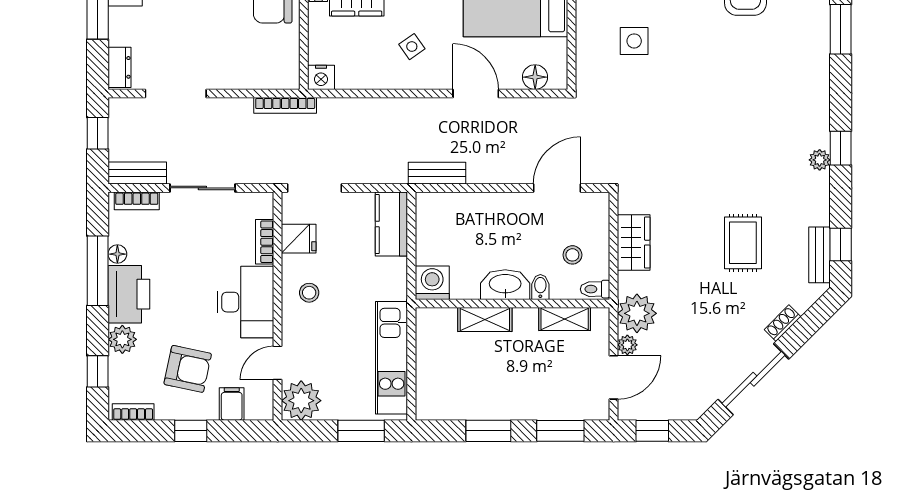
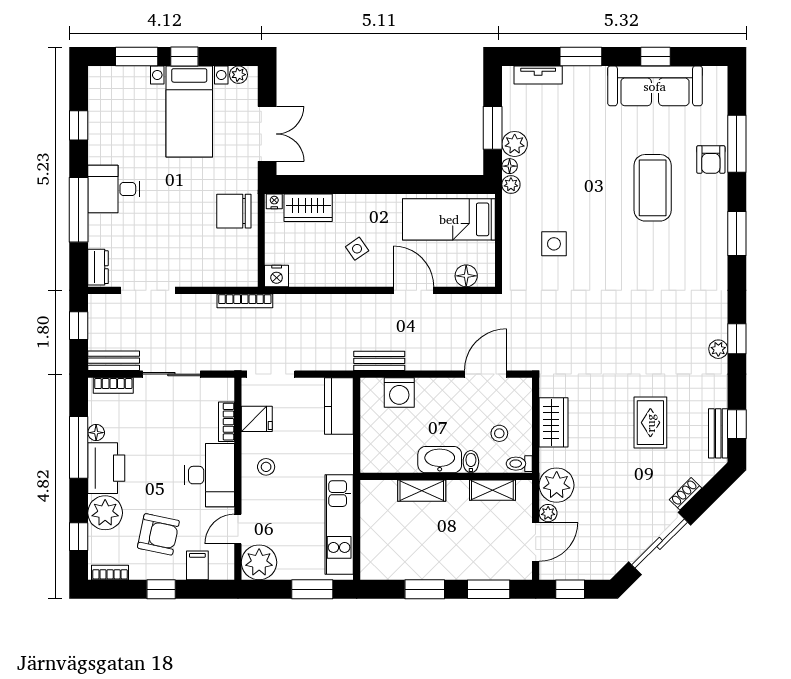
washing machine: (432, 283) -> (399, 392), moved, turned 180
plant: (122, 339) -> (105, 513), width x1.36, depth x1.36

